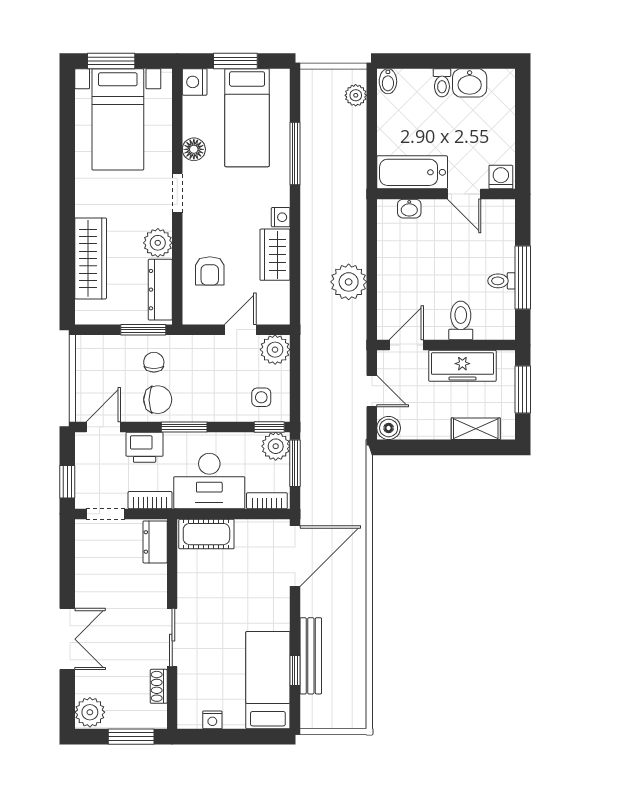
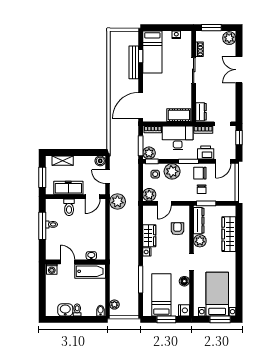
plant: (349, 282) -> (117, 202), moved
plant: (222, 404) -> (172, 171), added

